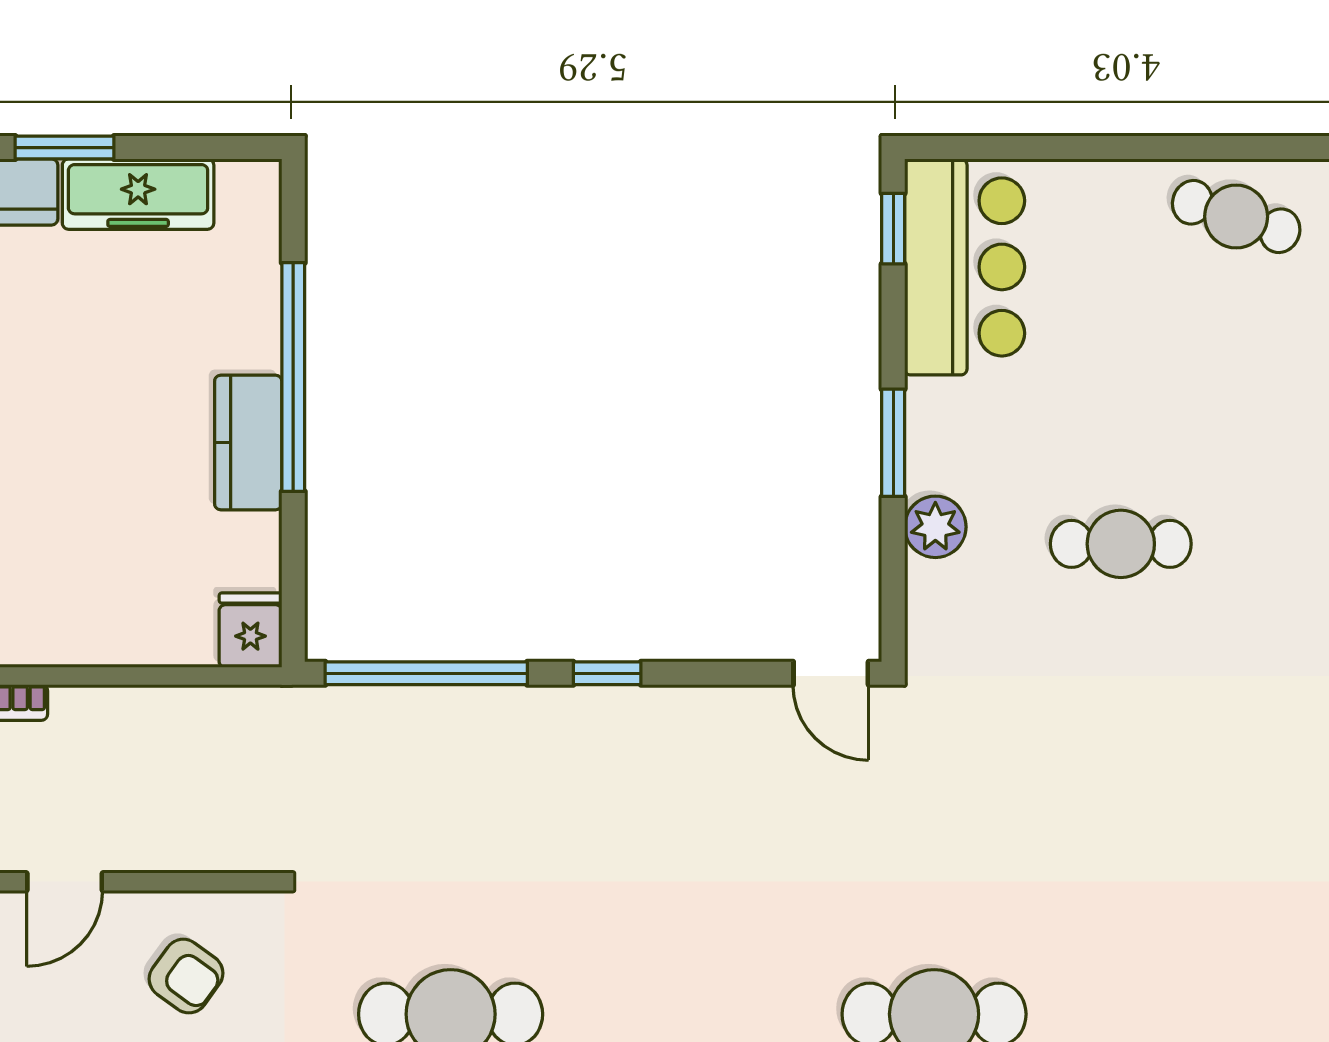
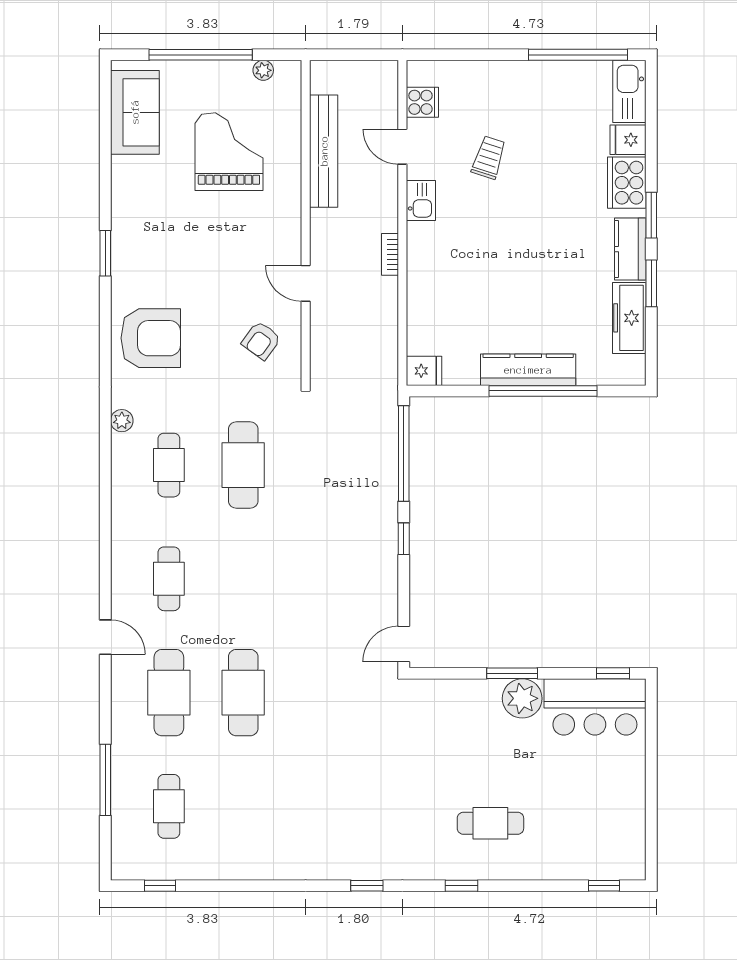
cafe table: (1236, 216) -> (619, 835), removed
kitchen counter: (248, 443) -> (528, 370), width x1.50
plant: (935, 527) -> (522, 698), moved, width x1.36, depth x1.36
cafe table: (1121, 544) -> (490, 823), moved, turned 90

